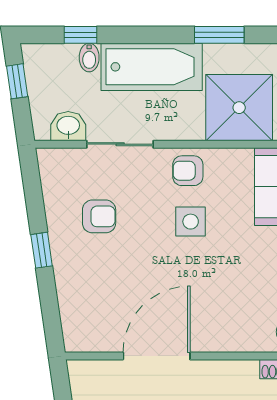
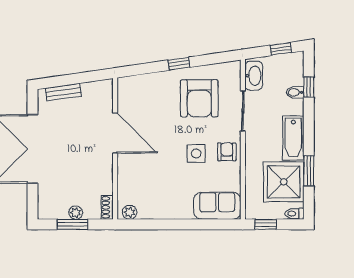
bathtub: (152, 67) -> (293, 138), width x0.73, depth x0.73
shower: (239, 108) -> (284, 182), moved
washbasin: (68, 126) -> (254, 76), width x1.38
armchair: (99, 216) -> (199, 98), width x1.88, depth x1.88

